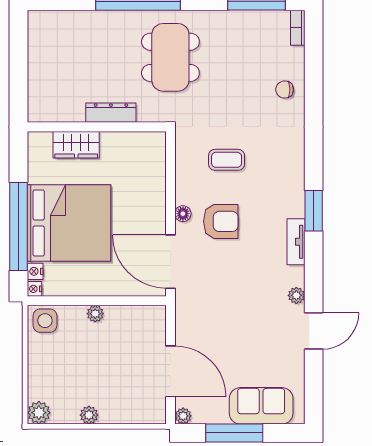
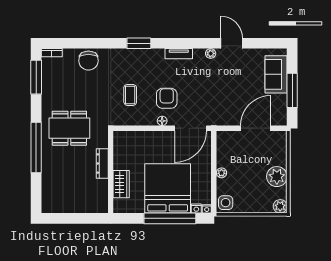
chair: (285, 90) -> (88, 61), width x1.87, depth x1.87
window: (314, 211) -> (139, 43), moved
plant: (89, 415) -> (277, 177), width x1.87, depth x1.87
plant: (183, 416) -> (282, 121), removed

